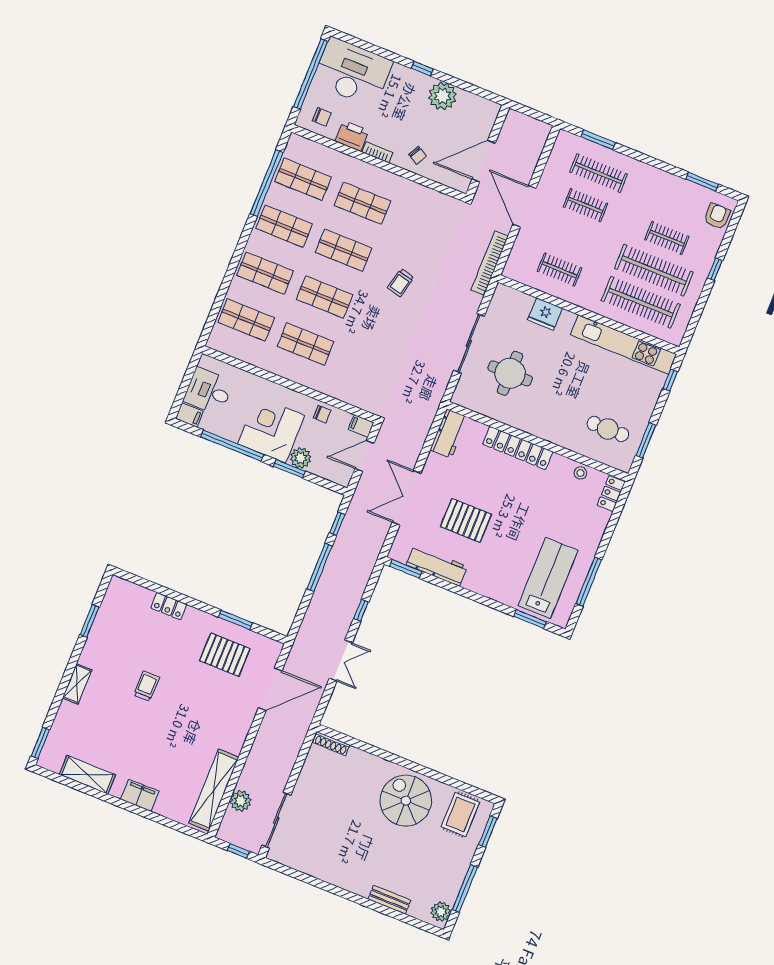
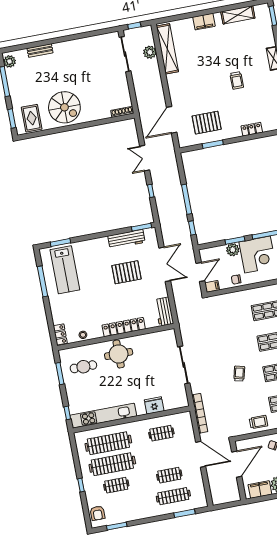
filing cabinet: (474, 106) -> (260, 489), added
trolley: (417, 200) -> (258, 422), added
round table: (510, 373) -> (119, 354), moved

